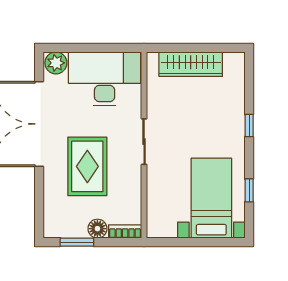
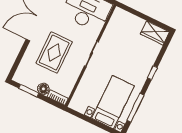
wardrobe: (191, 64) -> (155, 33), moved, width x0.67
window: (249, 190) -> (135, 108), width x2.17

